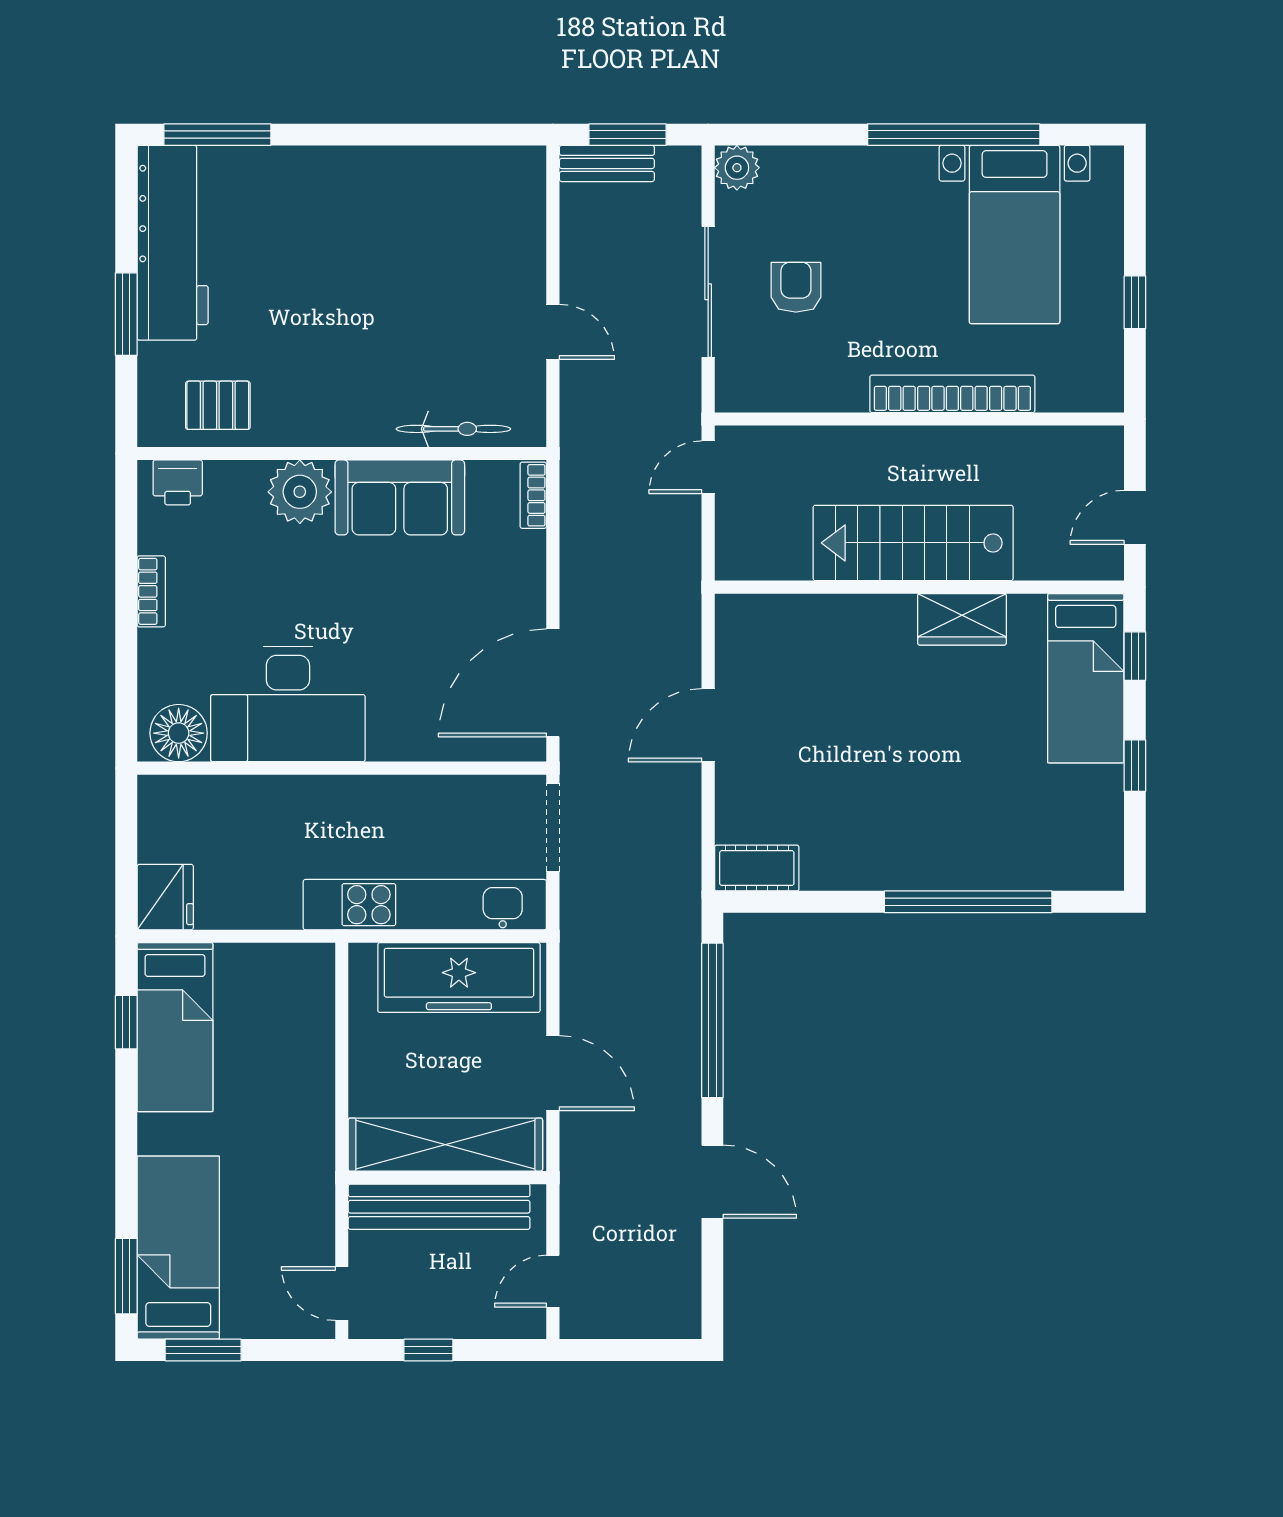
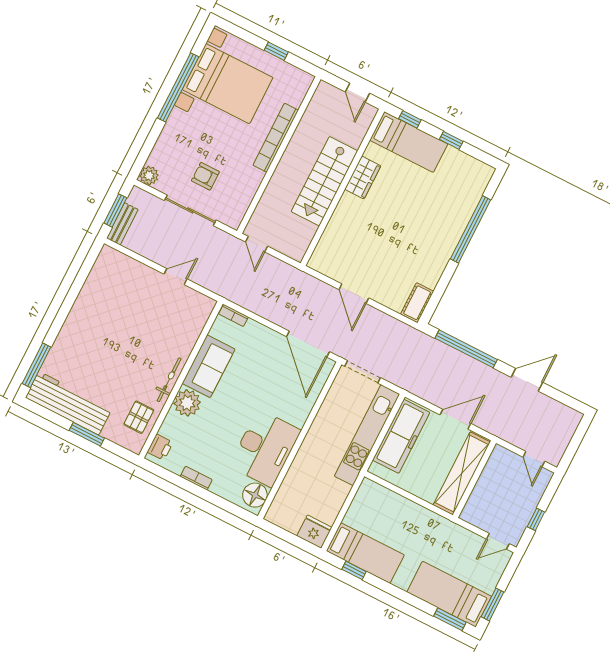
bed with nightstands: (1015, 235) -> (228, 84), width x1.36
bicycle: (453, 429) -> (169, 380), moved
bench: (439, 1207) -> (484, 488), removed

